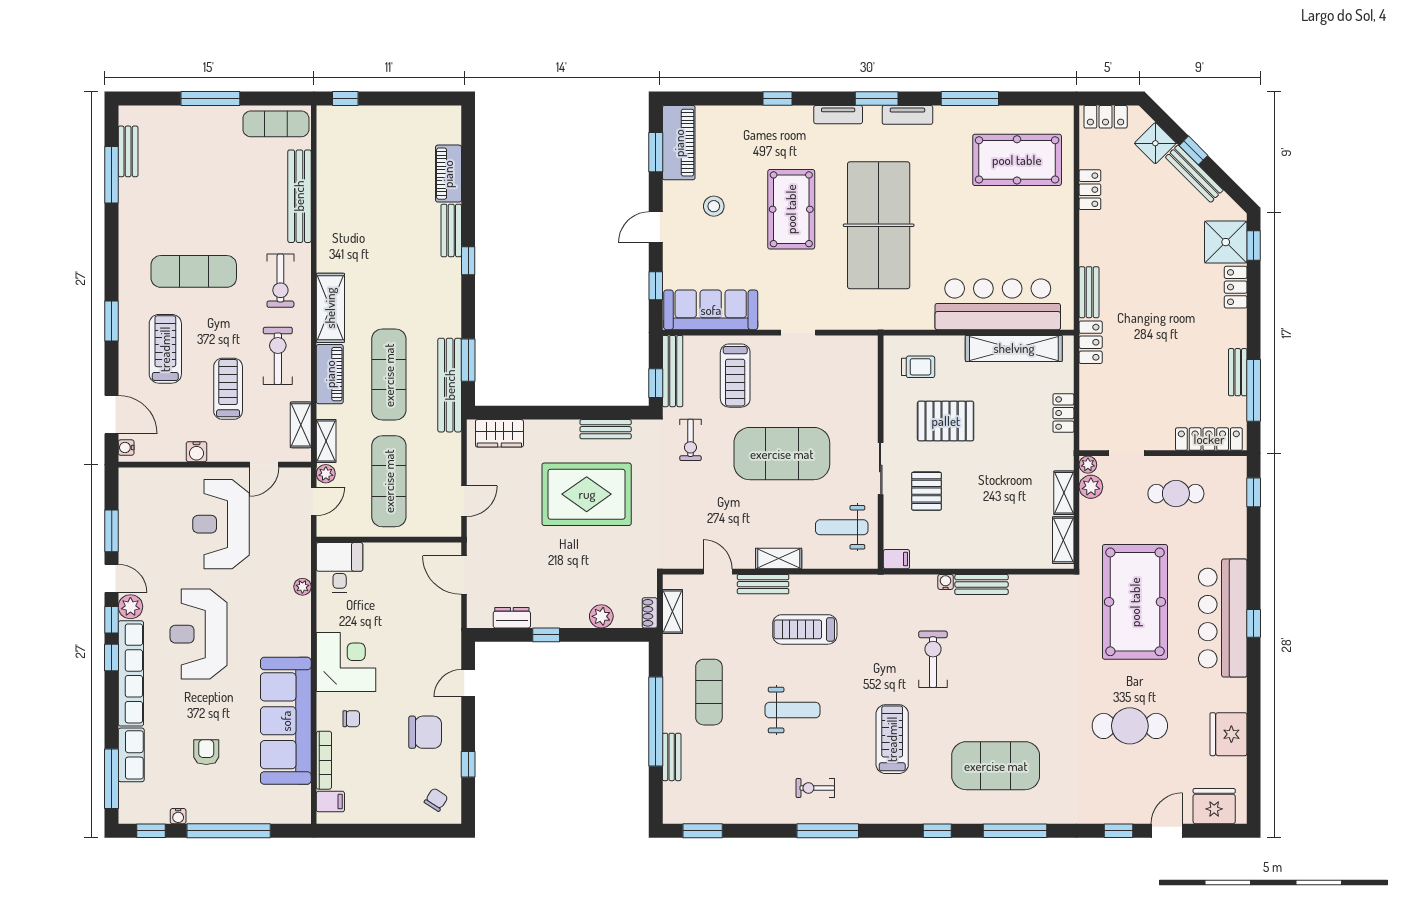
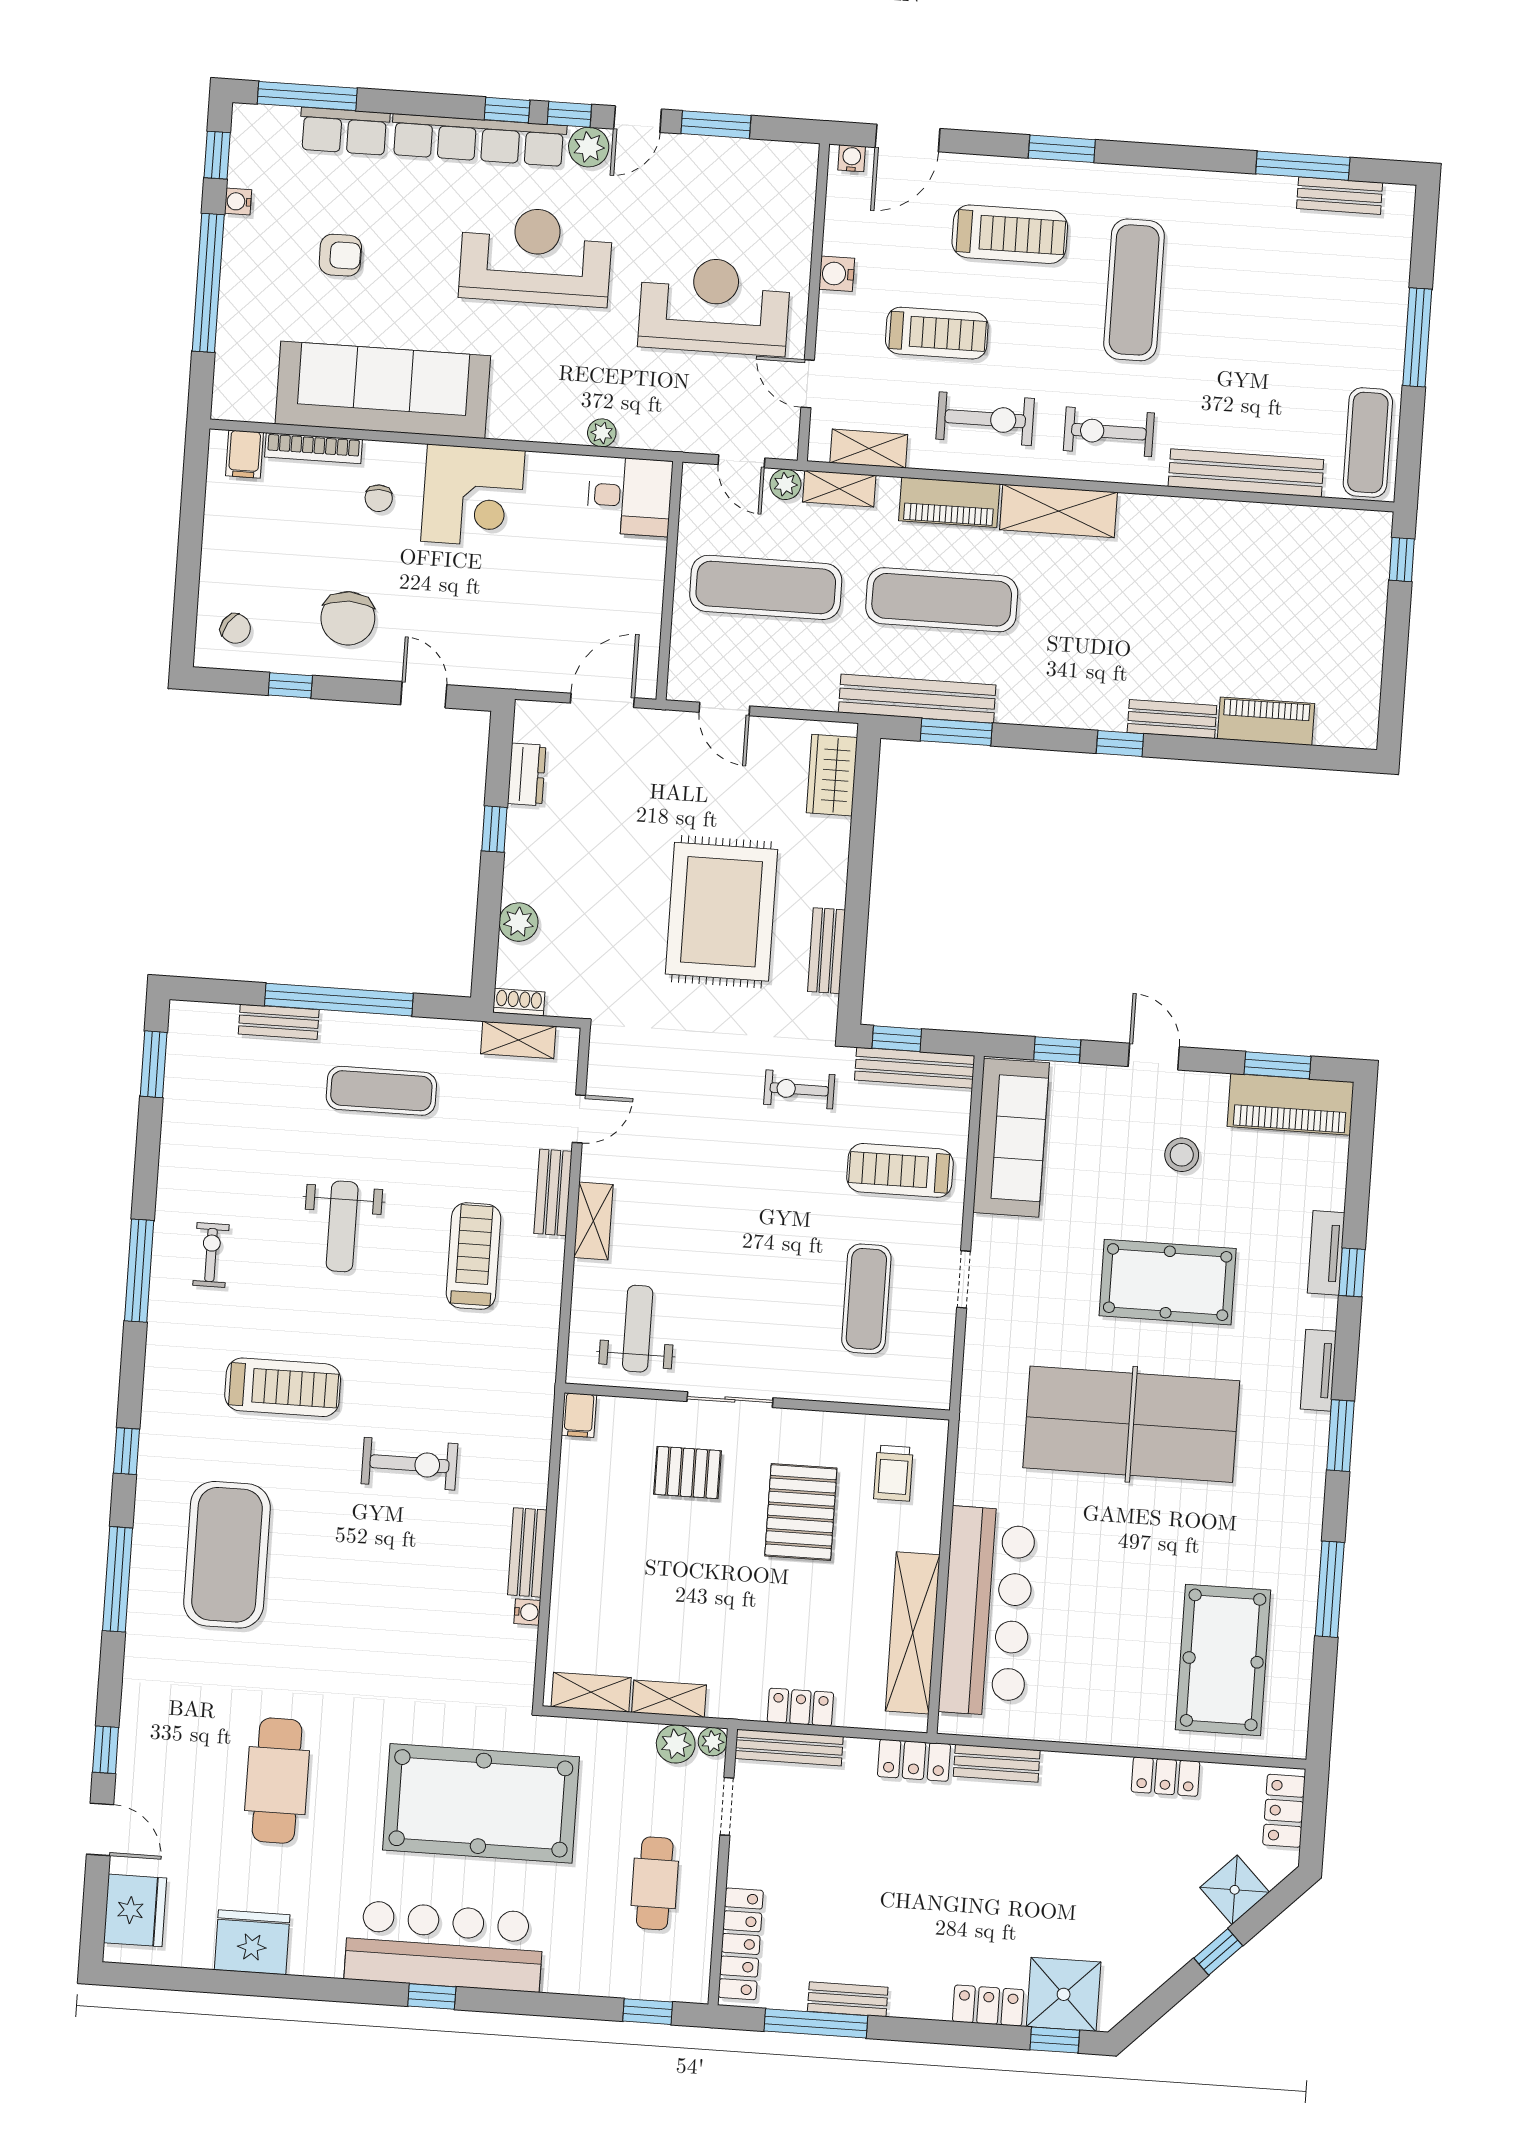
tv unit: (907, 115) -> (1326, 1253), moved
bench: (1194, 174) -> (789, 1748), moved, turned 45
exercise mat: (782, 454) -> (866, 1299), moved, width x0.50, depth x0.69
water cooler: (946, 582) -> (527, 1612), moved

